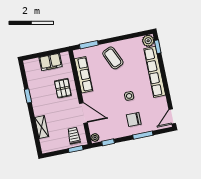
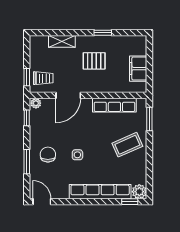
pallet: (63, 88) -> (94, 61), moved

